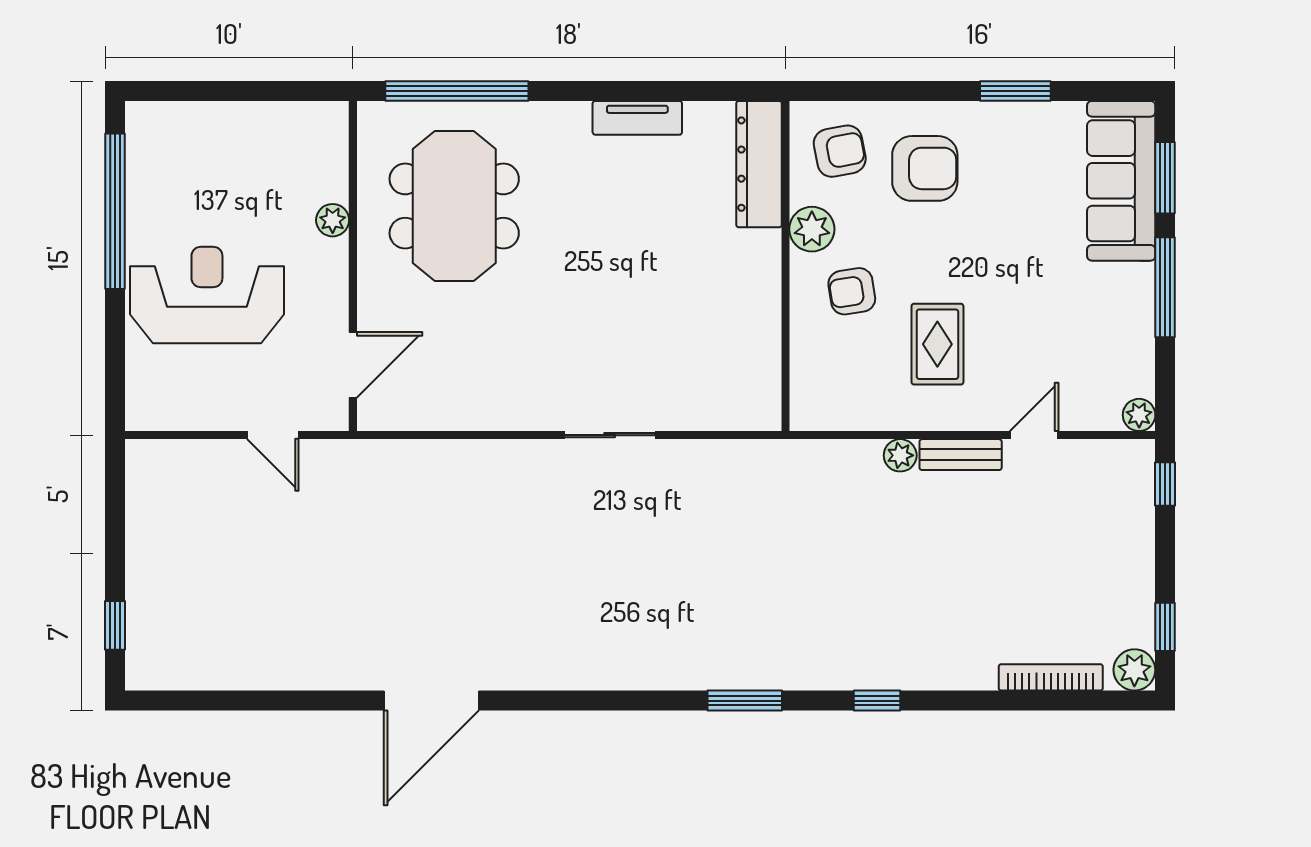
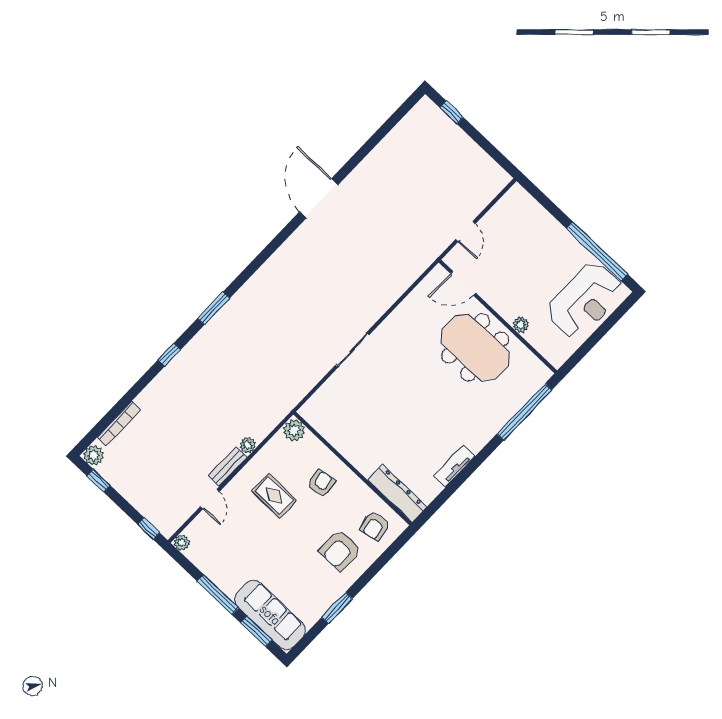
meeting table: (454, 206) -> (475, 347), moved
plant: (812, 229) -> (294, 430), moved
reception desk: (207, 295) -> (585, 300), moved
door: (353, 365) -> (463, 283), hinge flipped
door: (273, 435) -> (465, 232), swing flipped

